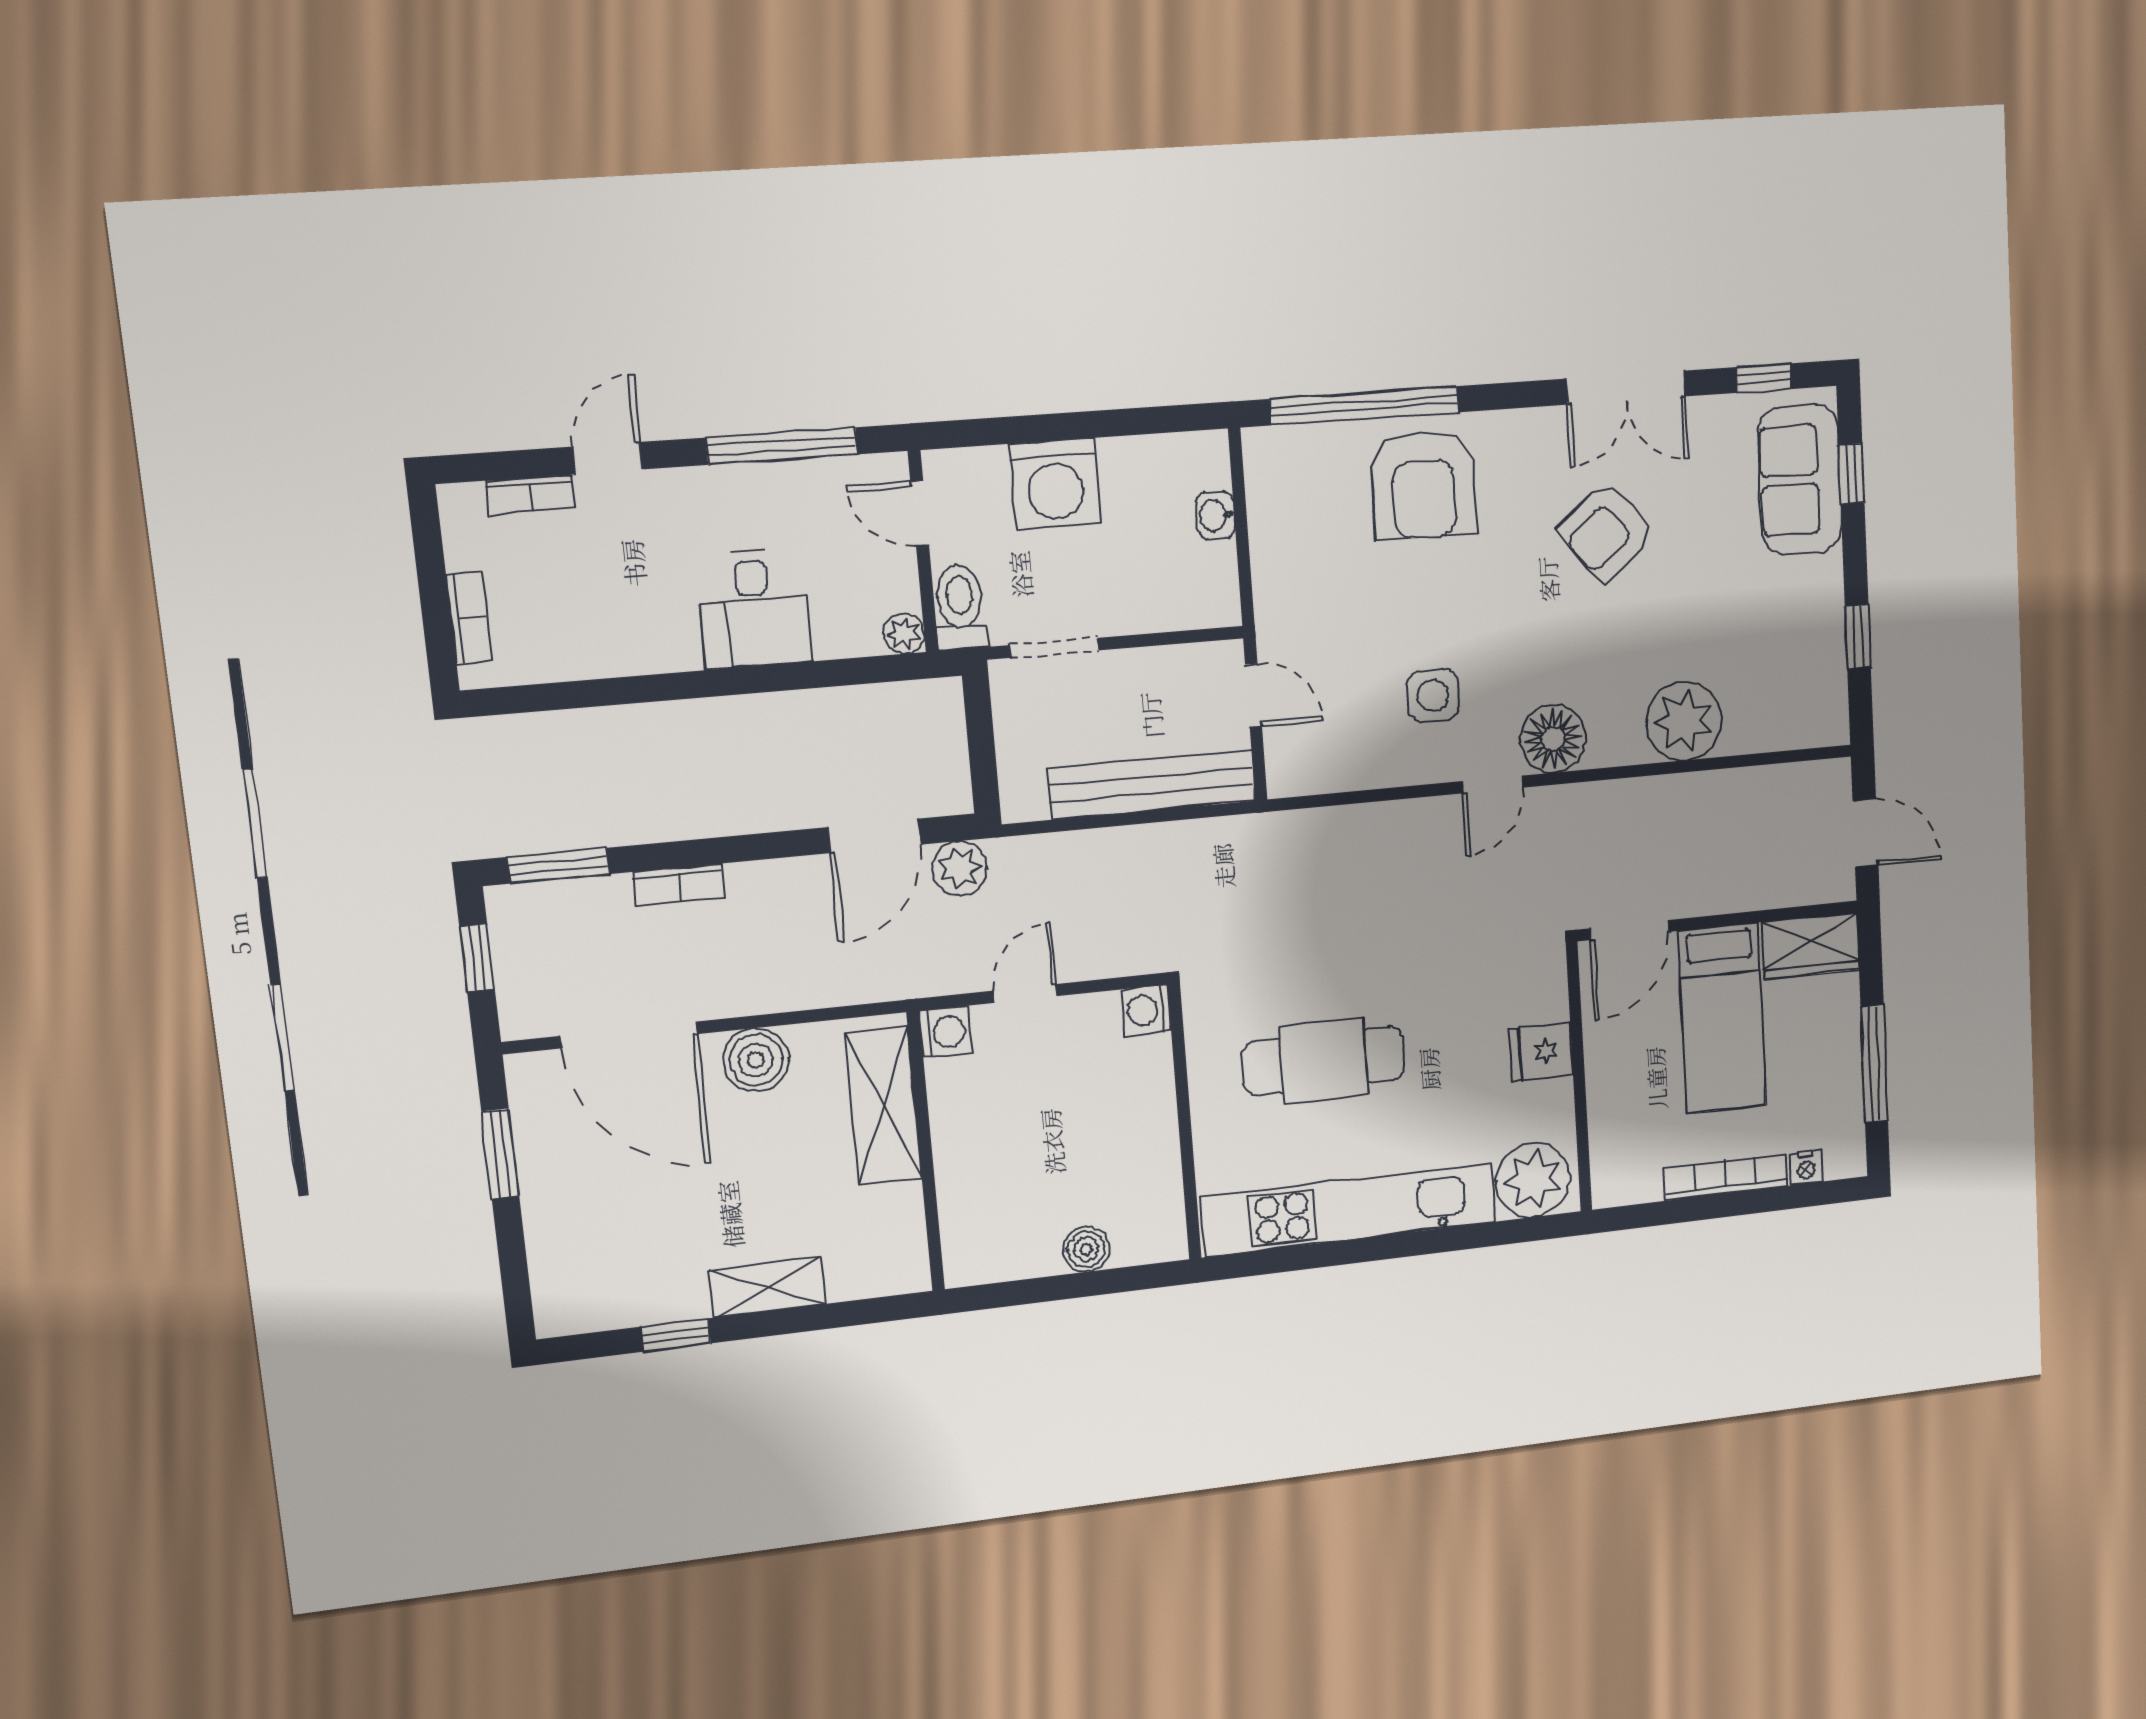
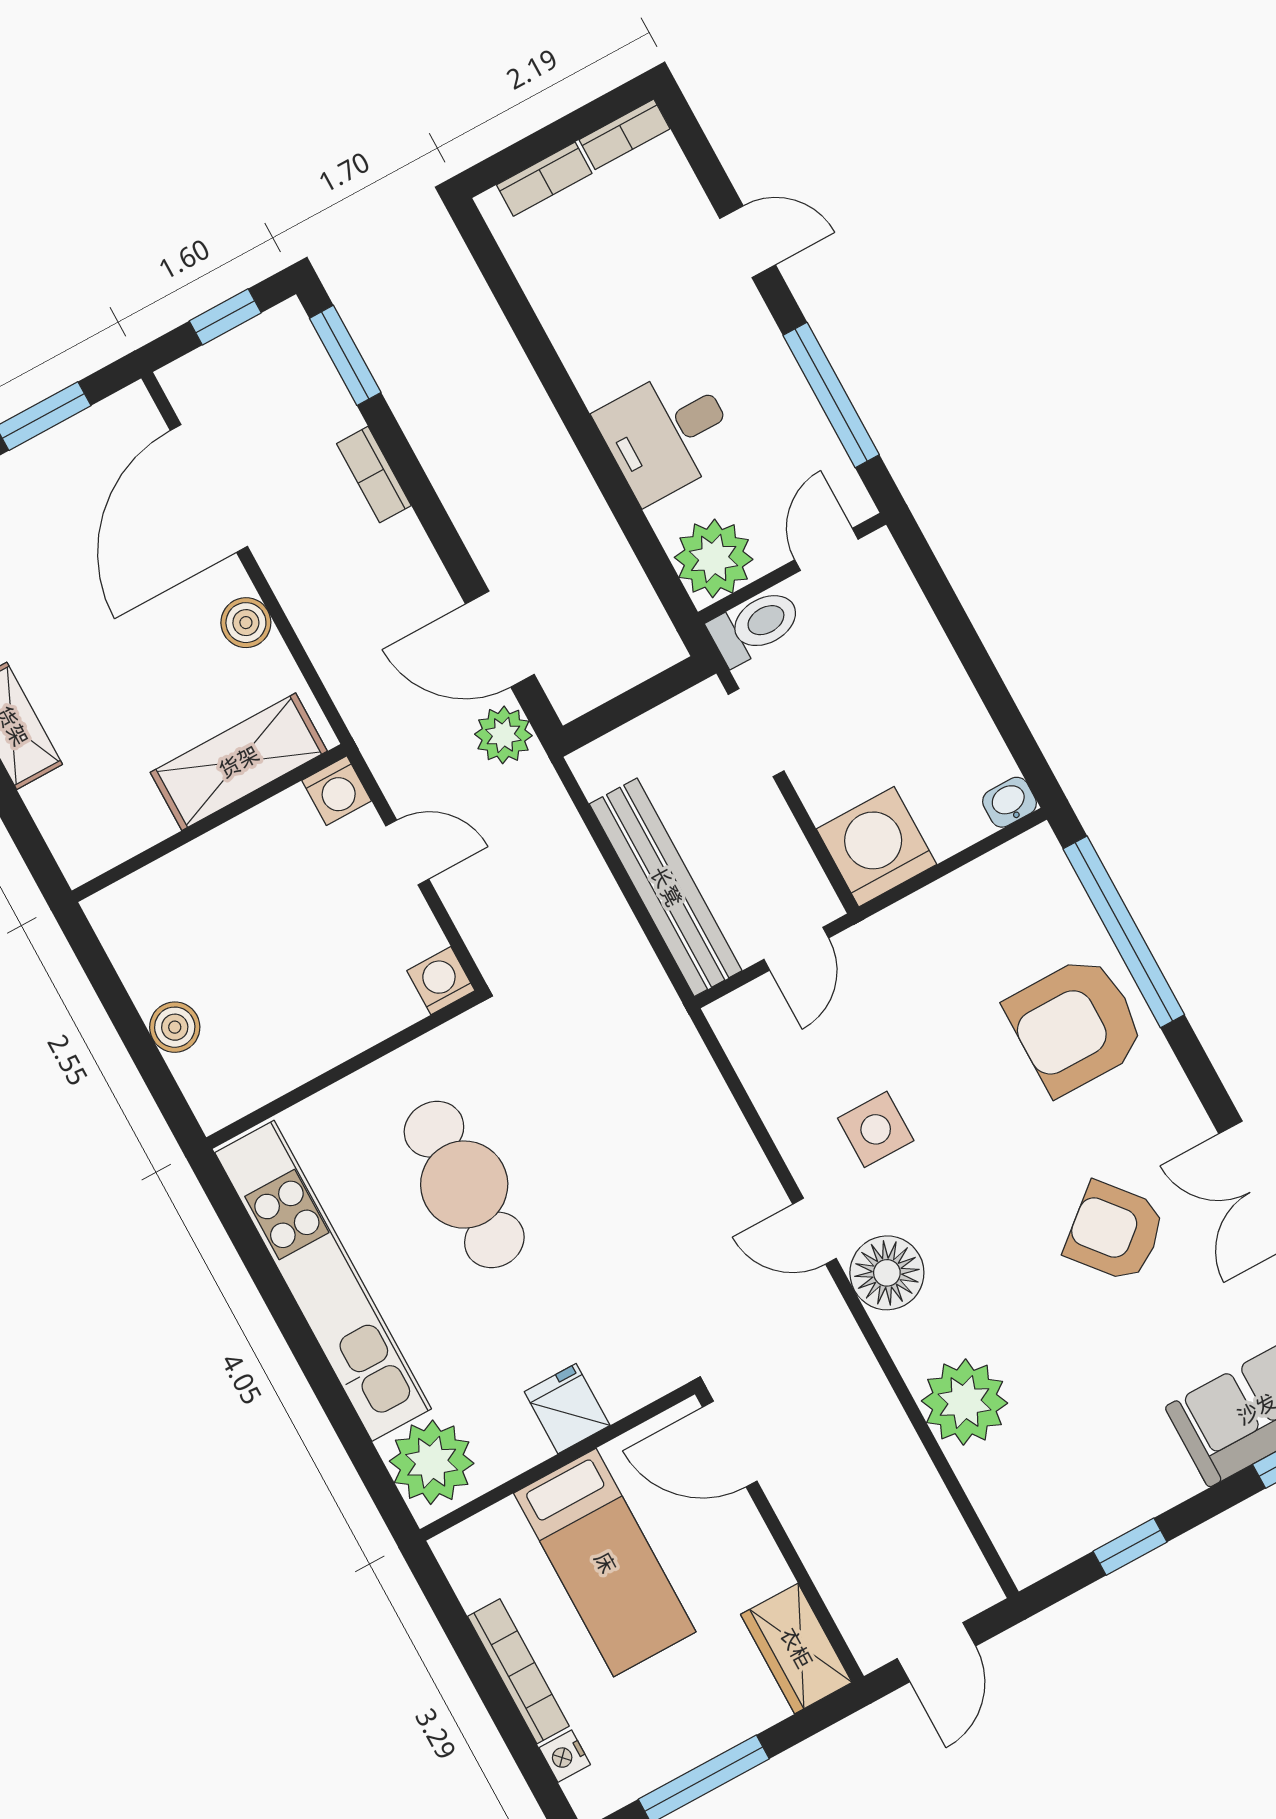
washing machine: (1056, 484) -> (876, 847), moved, turned 90
bookcase: (531, 495) -> (624, 134), moved, turned -90
washbasin: (1216, 515) -> (1010, 802), moved
plant: (904, 633) -> (714, 558), width x1.87, depth x1.87
bed: (1722, 1018) -> (605, 1563), moved, turned -90
boiler: (756, 1060) -> (246, 623), width x0.73, depth x0.73

